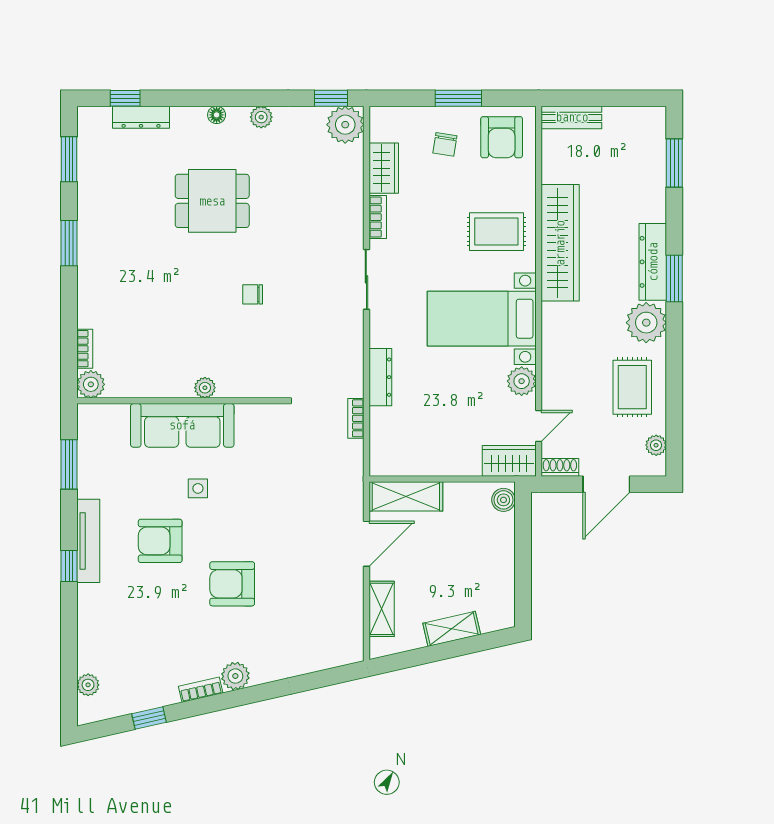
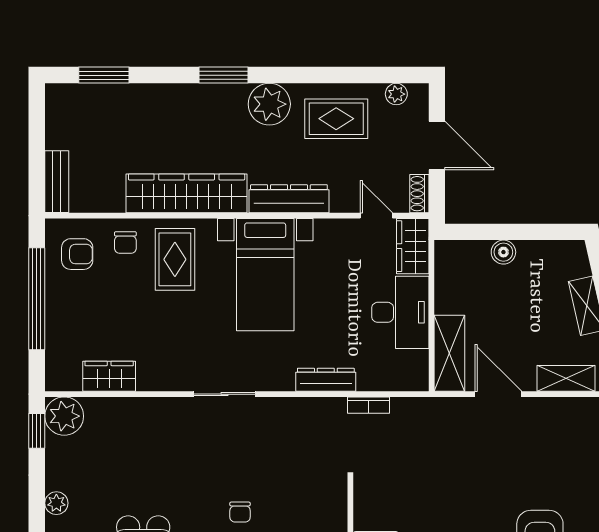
window: (458, 98) -> (37, 299), width x2.11
armchair: (502, 137) -> (77, 254), width x0.72, depth x0.72
chair: (445, 144) -> (125, 243), moved, turned 81
bookcase: (378, 217) -> (160, 382), removed
dresser: (653, 262) -> (289, 199), moved, turned 180
plant: (522, 381) -> (330, 233), removed
desk: (445, 449) -> (400, 312), added
boiler: (503, 500) -> (503, 252), moved

